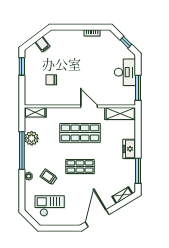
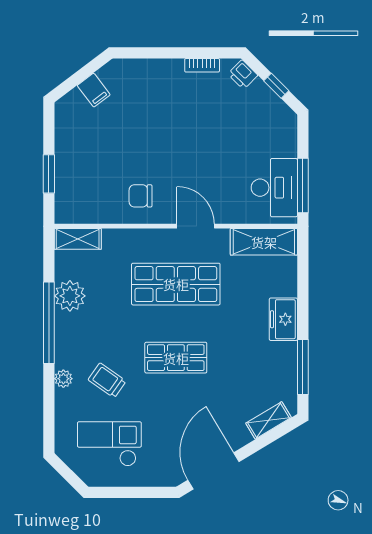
printer: (111, 37) -> (243, 75), added
window: (22, 66) -> (49, 174), moved
desk: (125, 72) -> (274, 188), moved
chair: (51, 80) -> (140, 196), moved

